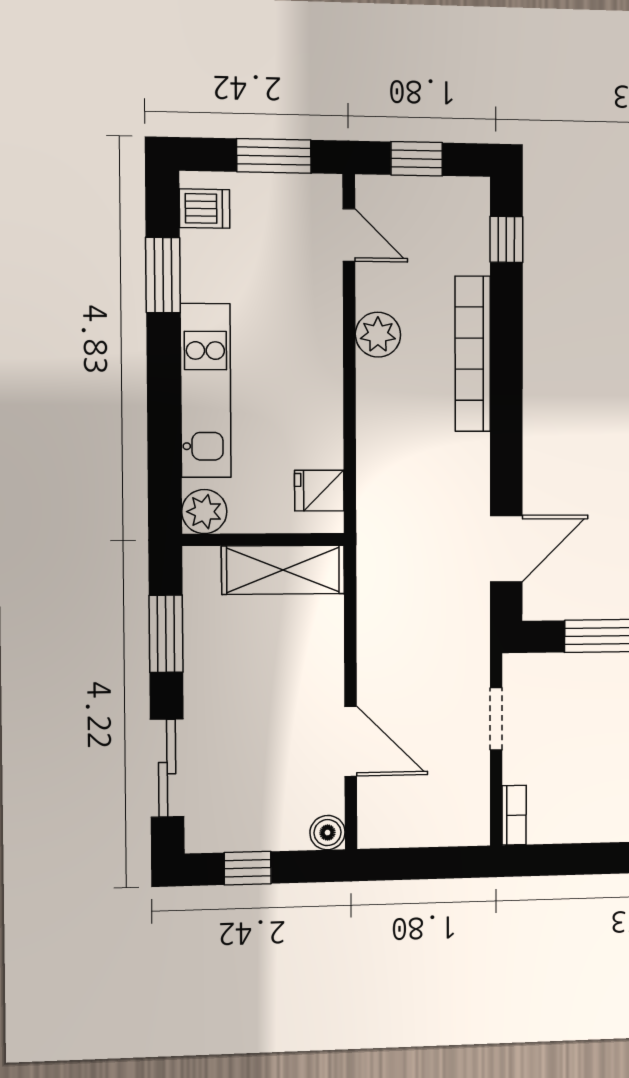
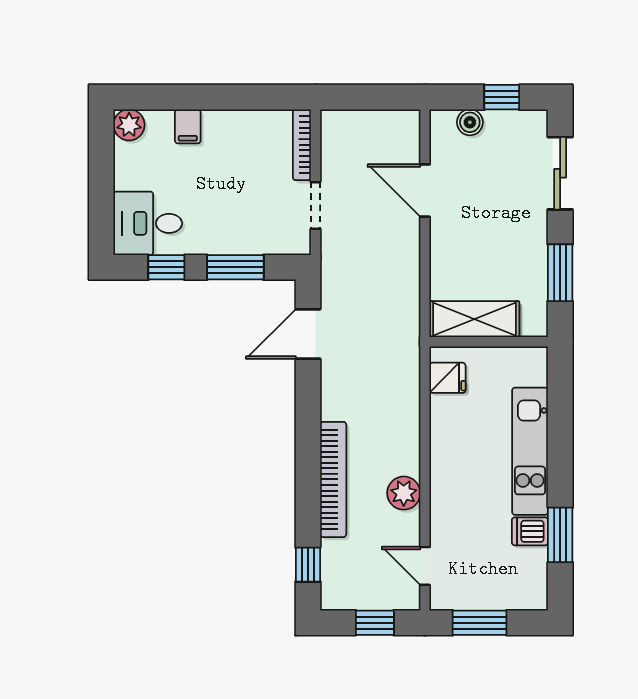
dishwasher: (205, 209) -> (530, 531), moved
plant: (204, 512) -> (532, 363), removed
bookcase: (514, 815) -> (302, 145), width x1.56
boiler: (328, 833) -> (470, 122), moved

